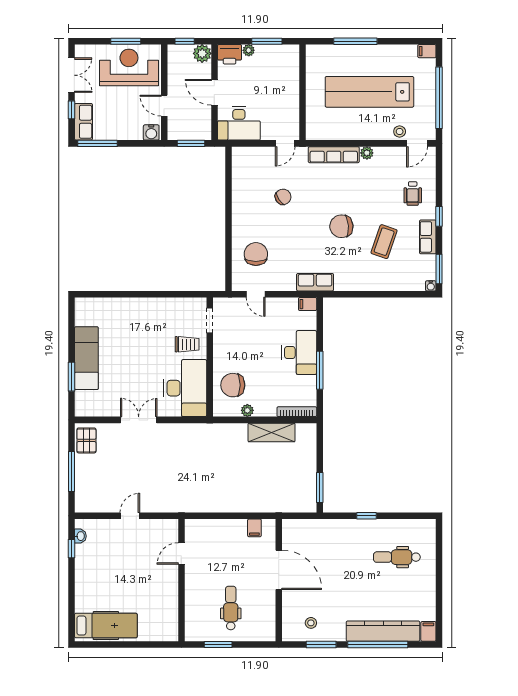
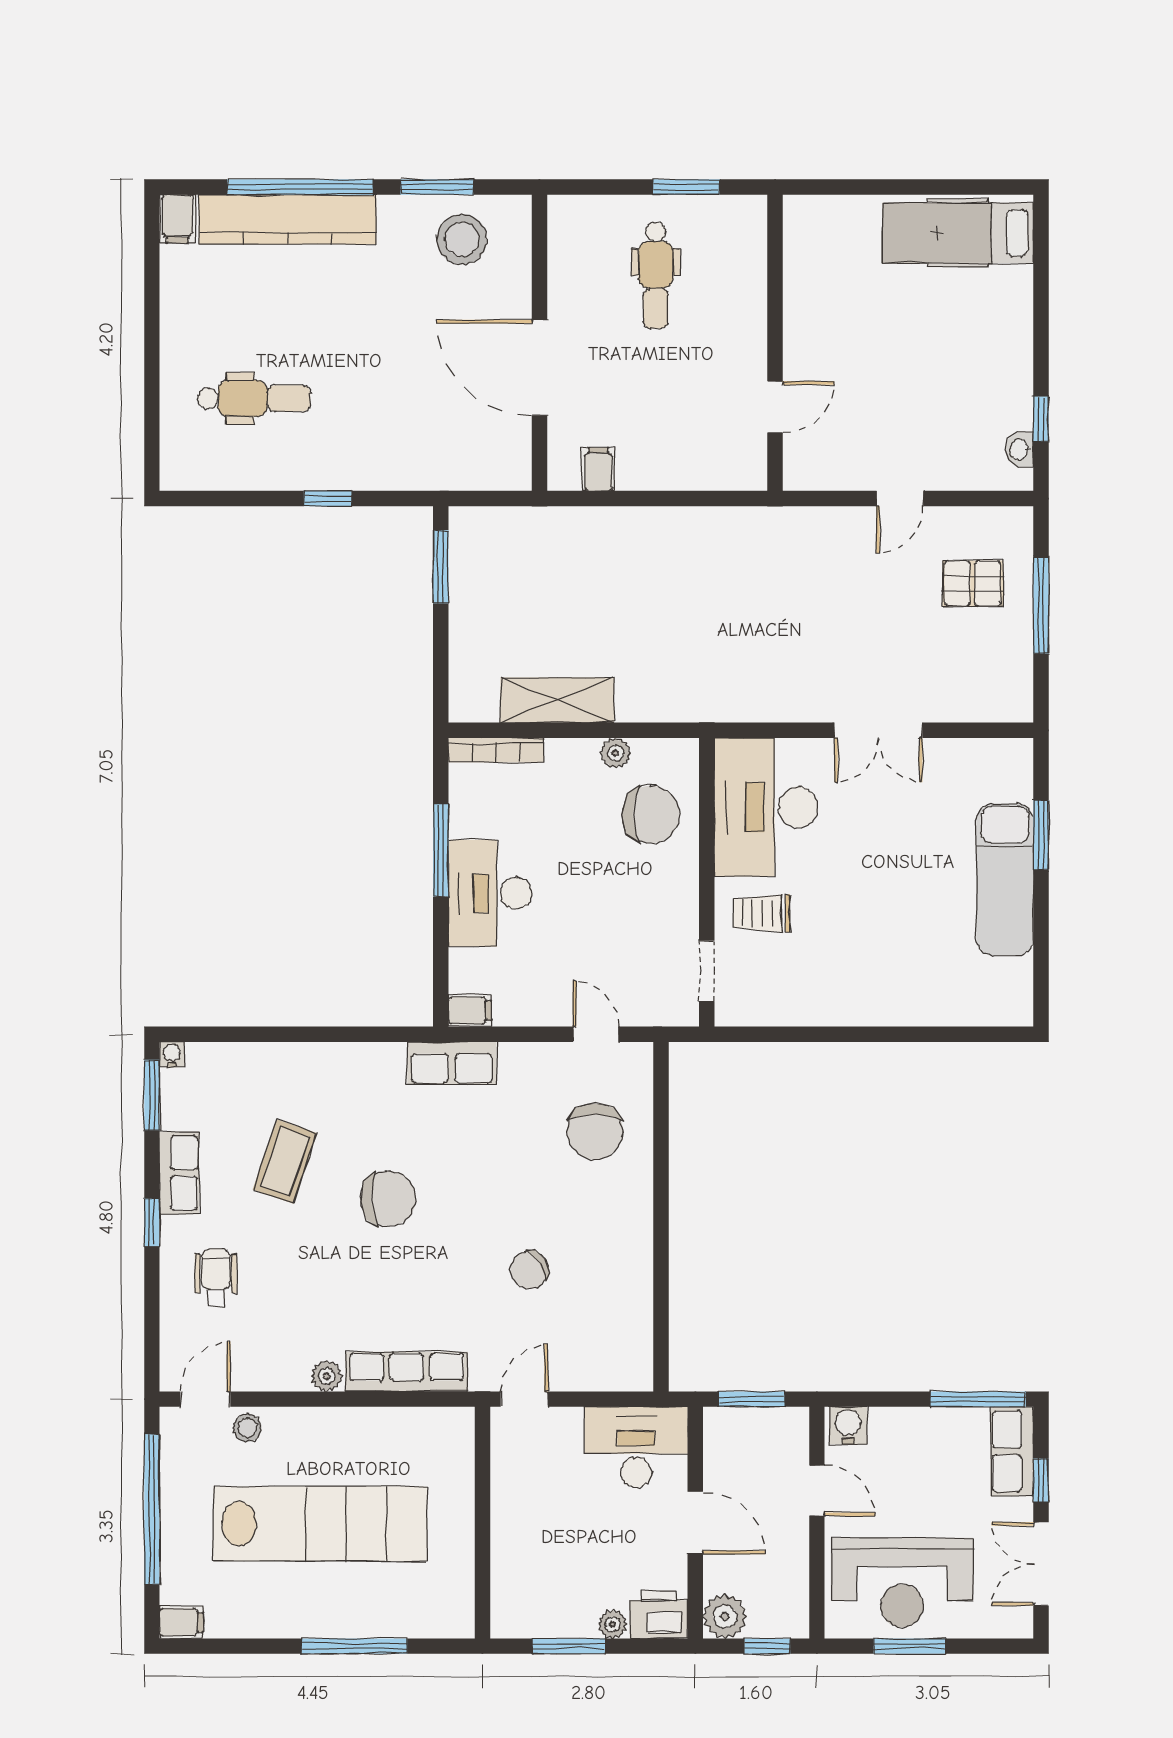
pallet: (86, 440) -> (973, 583), moved, turned 90
stool: (311, 623) -> (462, 239), width x1.89, depth x1.89

